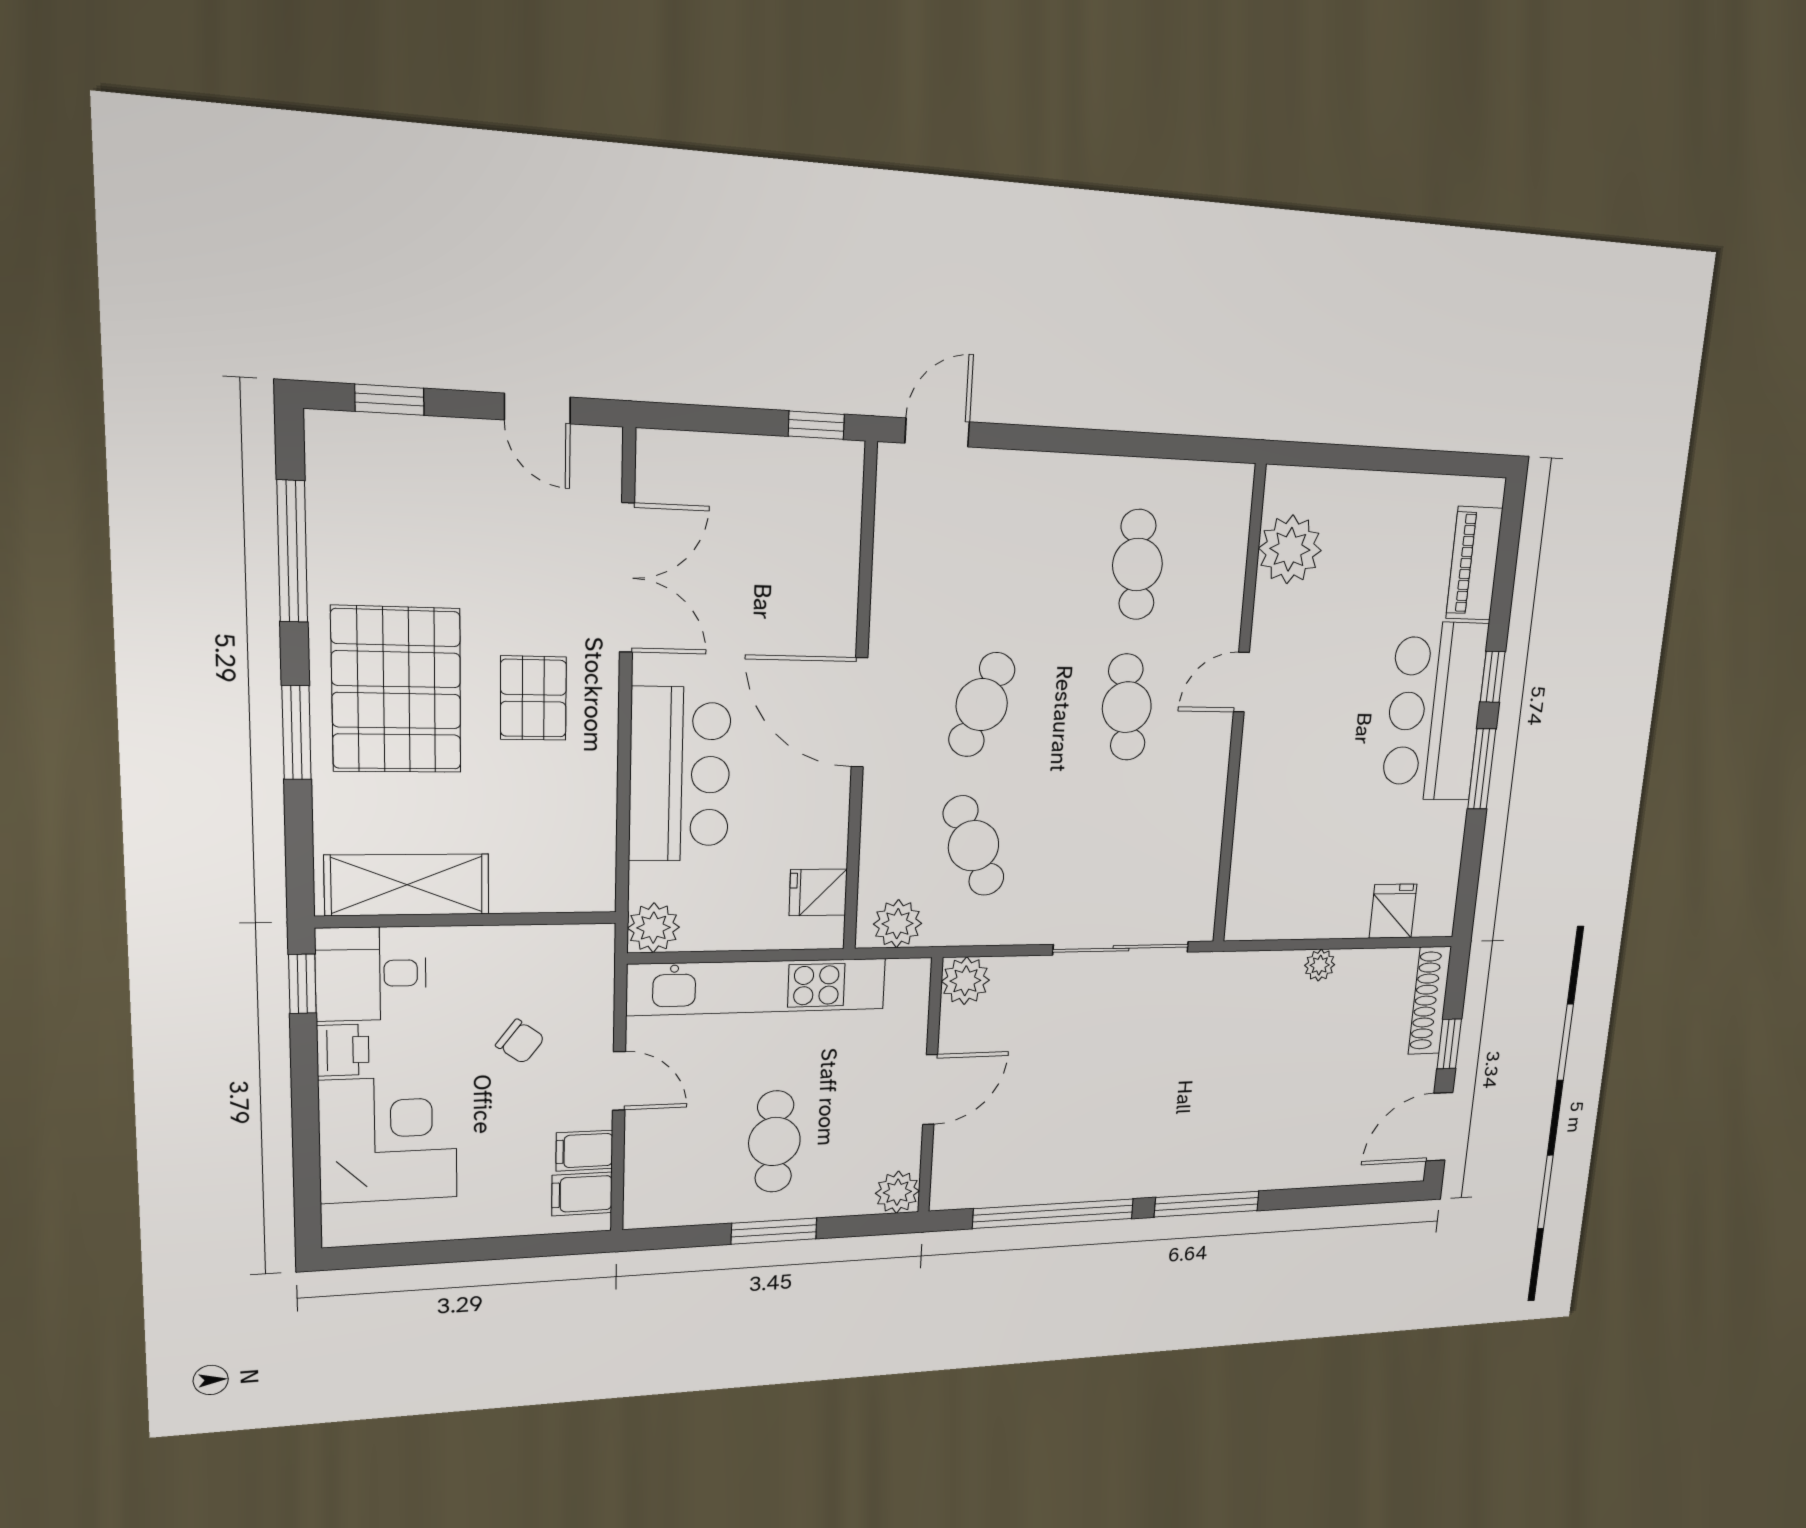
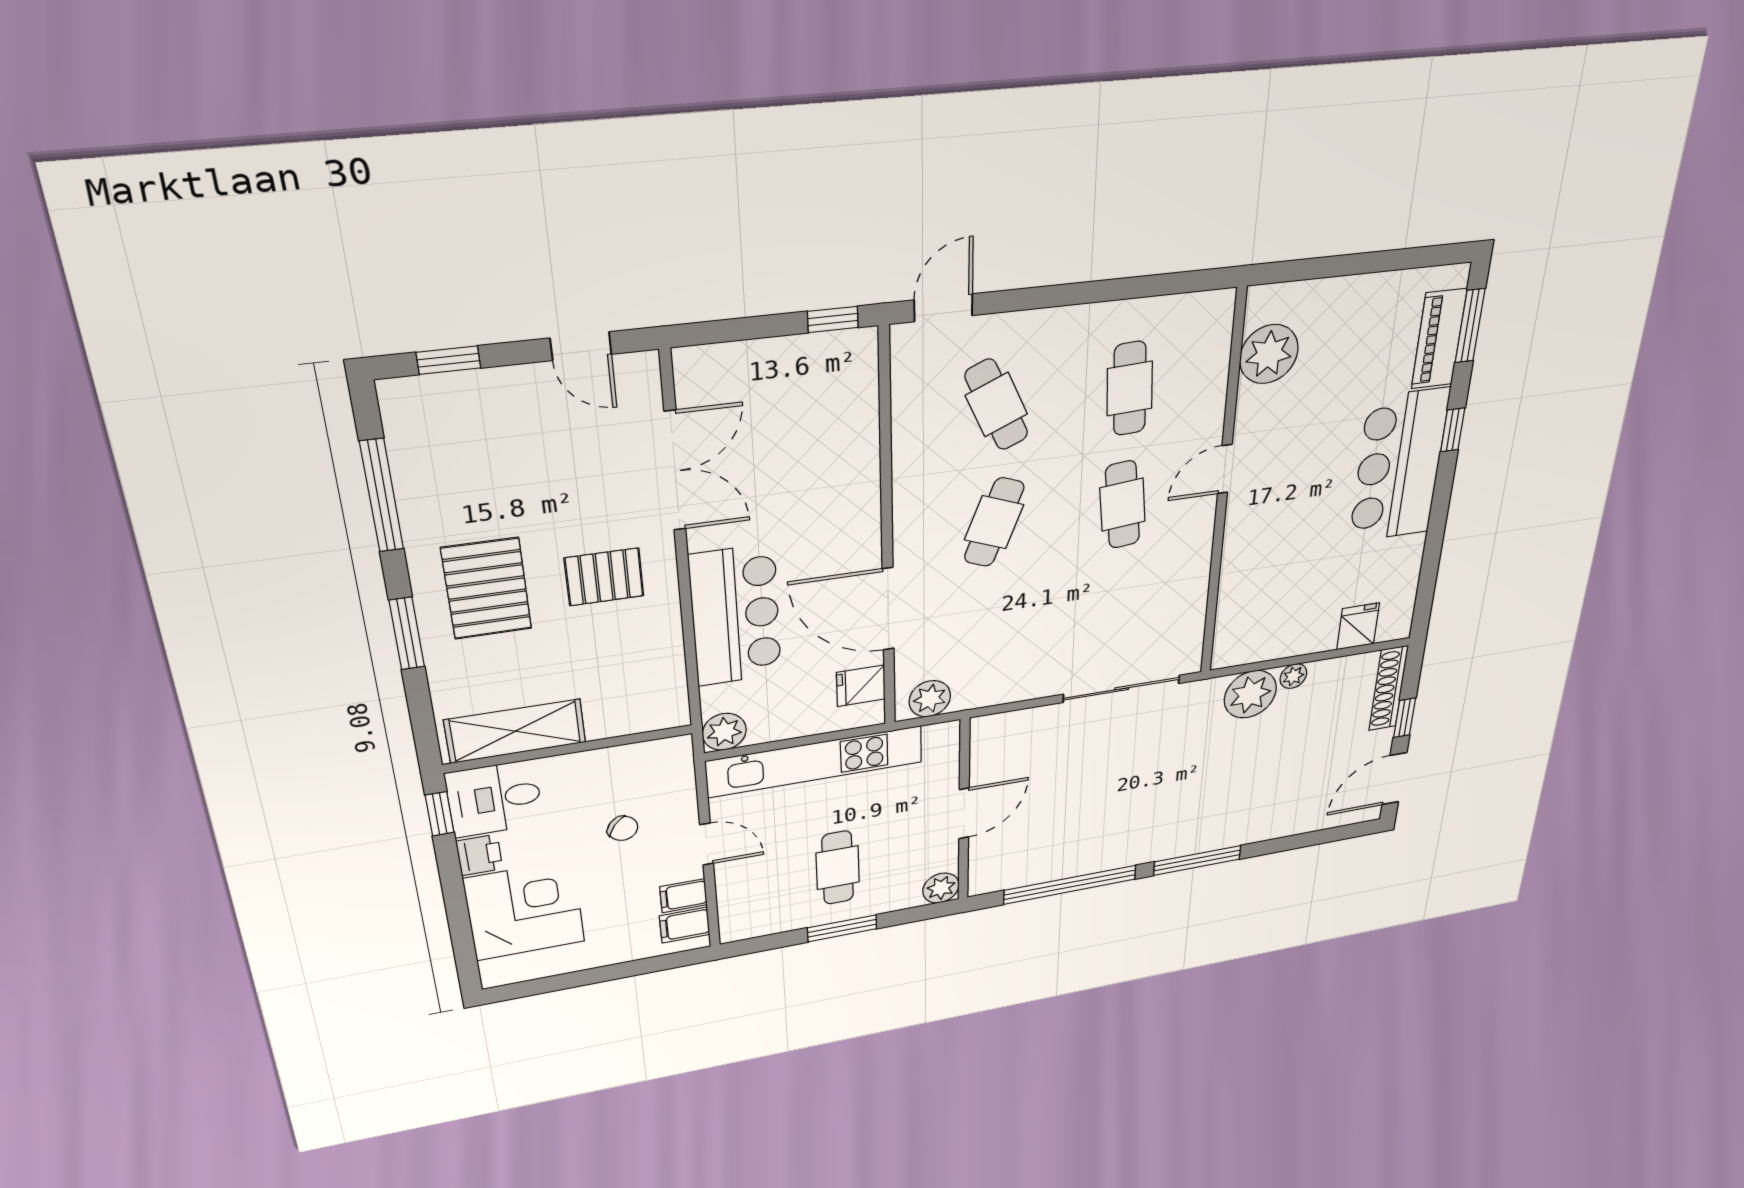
pallet: (397, 690) -> (487, 589), width x0.73, depth x0.71
pallet: (533, 698) -> (604, 577), turned 90
door: (859, 712) -> (888, 609), moved
window: (1482, 769) -> (1470, 326), moved
cafe table: (974, 846) -> (996, 405), moved
plant: (965, 981) -> (1250, 694), moved, width x1.36, depth x1.36

